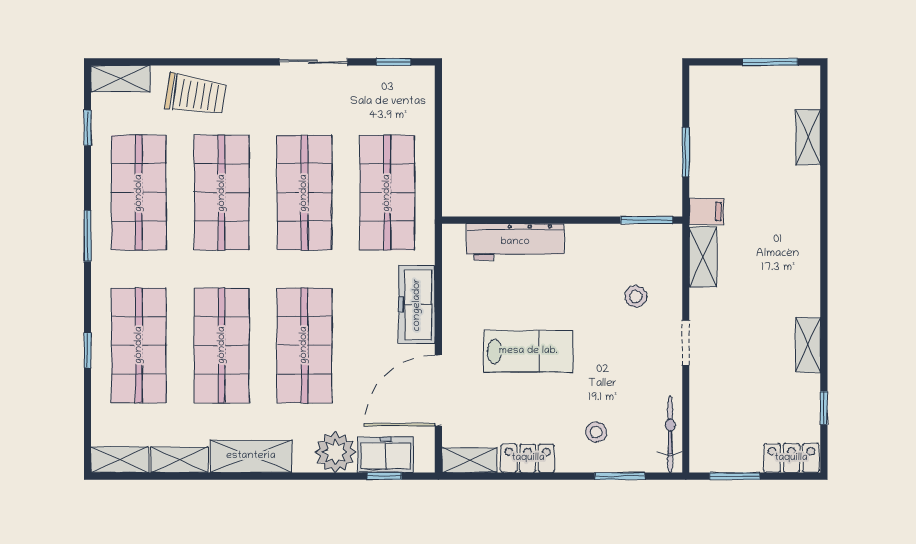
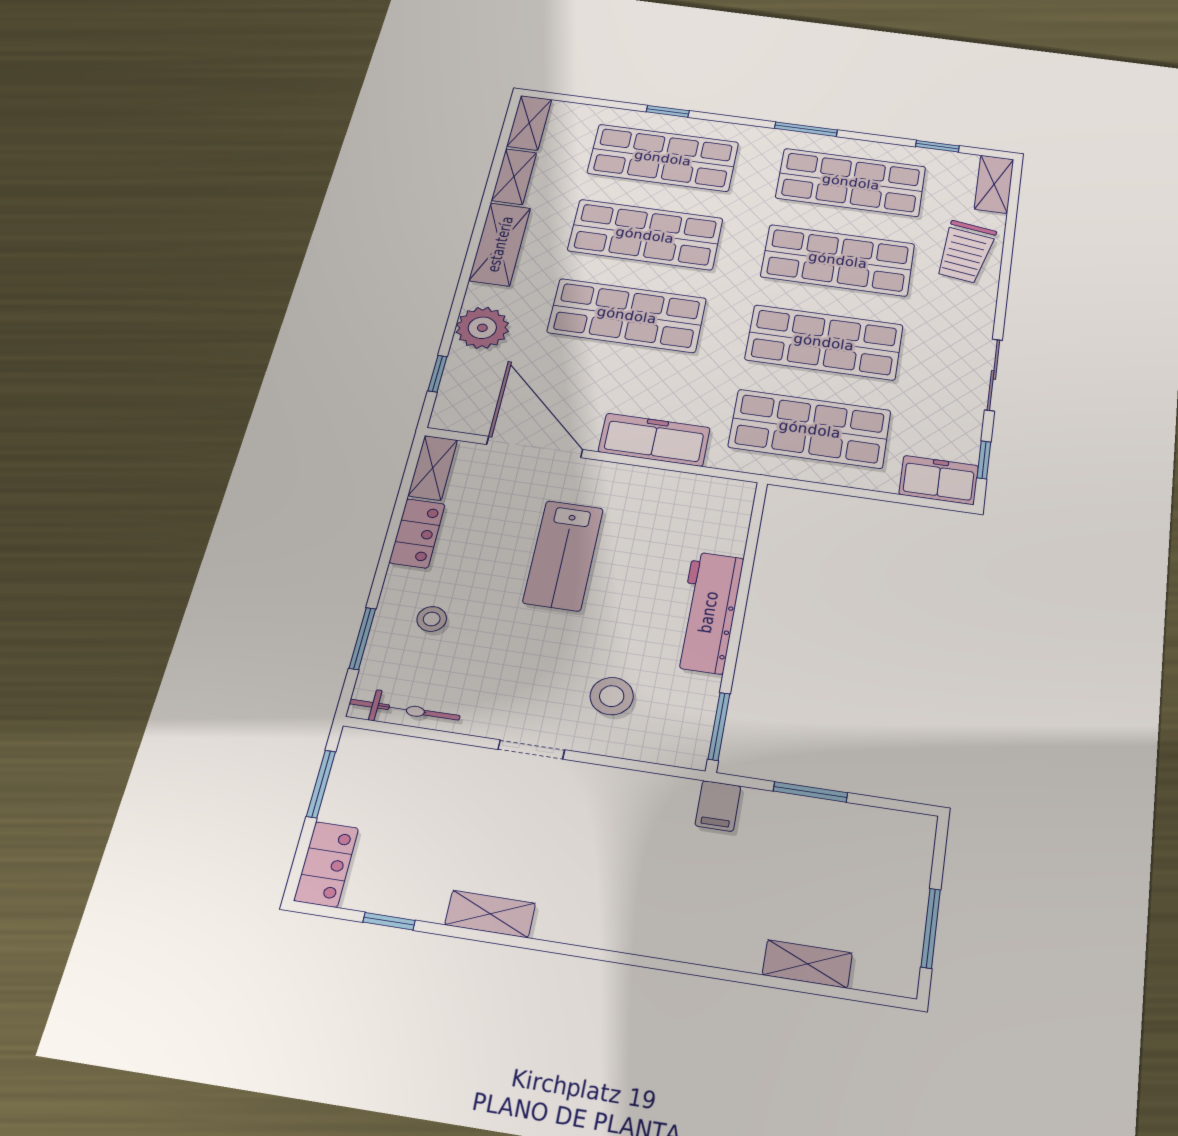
workbench: (515, 242) -> (708, 612), moved
shelving: (703, 257) -> (652, 791), removed
stool: (636, 296) -> (612, 696), width x1.37, depth x1.37
freezer: (386, 455) -> (939, 480), moved, turned -90

